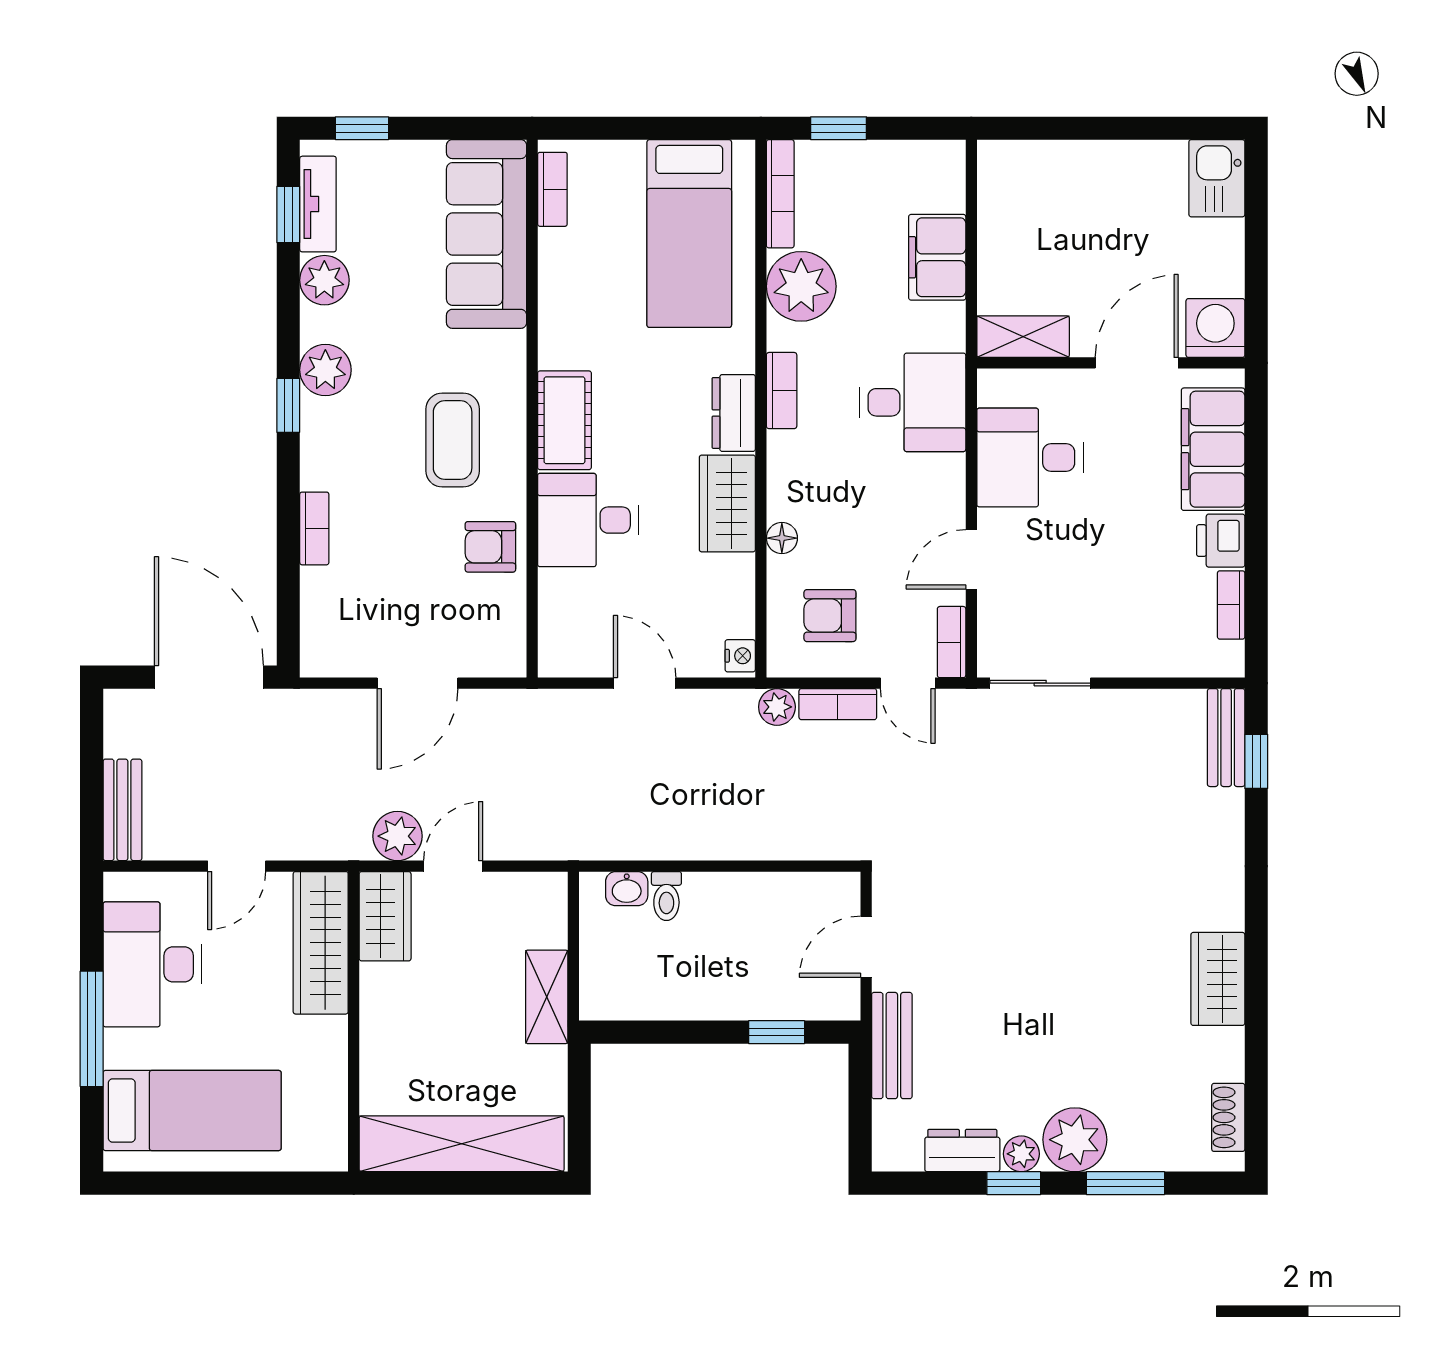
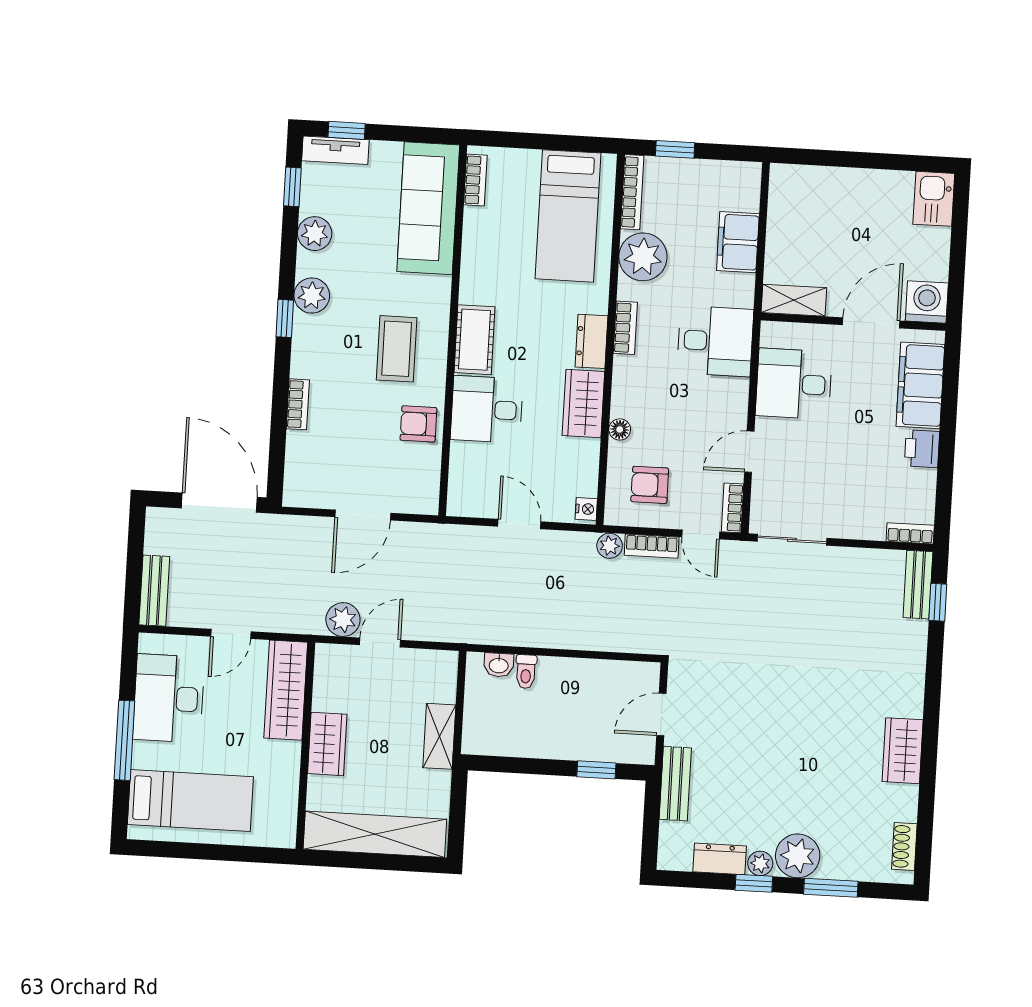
tv unit: (318, 204) -> (335, 150), moved, turned 90
bookcase: (1231, 605) -> (910, 533), moved, turned 90
wardrobe: (385, 916) -> (327, 744), moved

